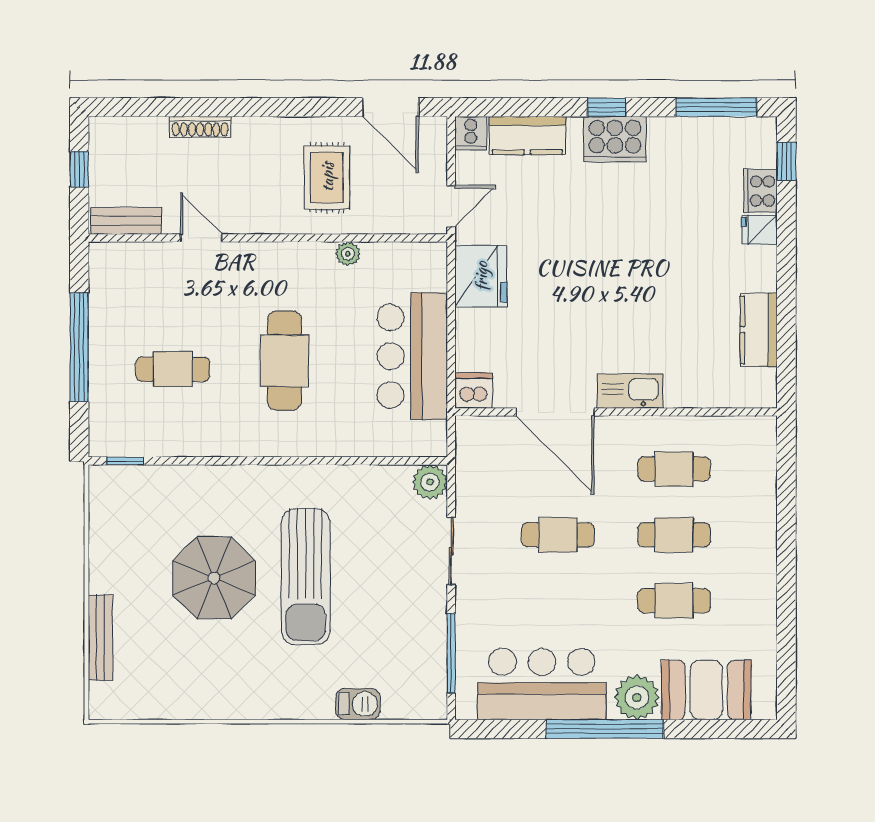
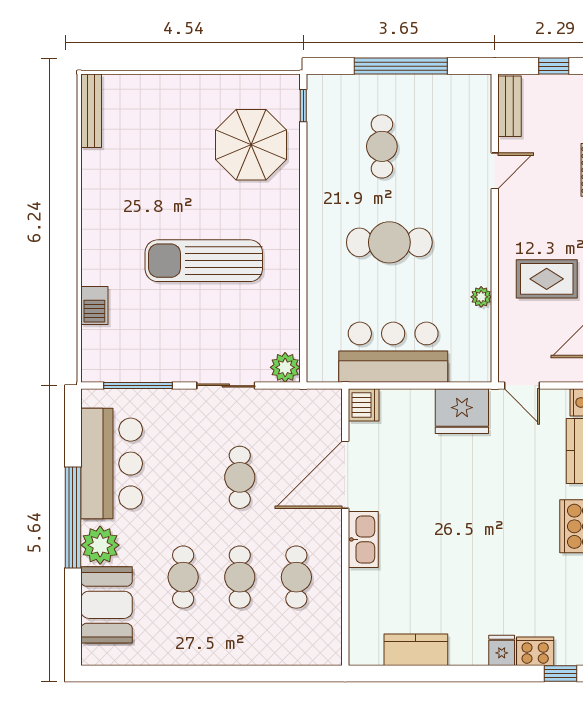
parasol: (214, 578) -> (251, 145), moved
bench: (100, 638) -> (91, 111), moved, turned 90

